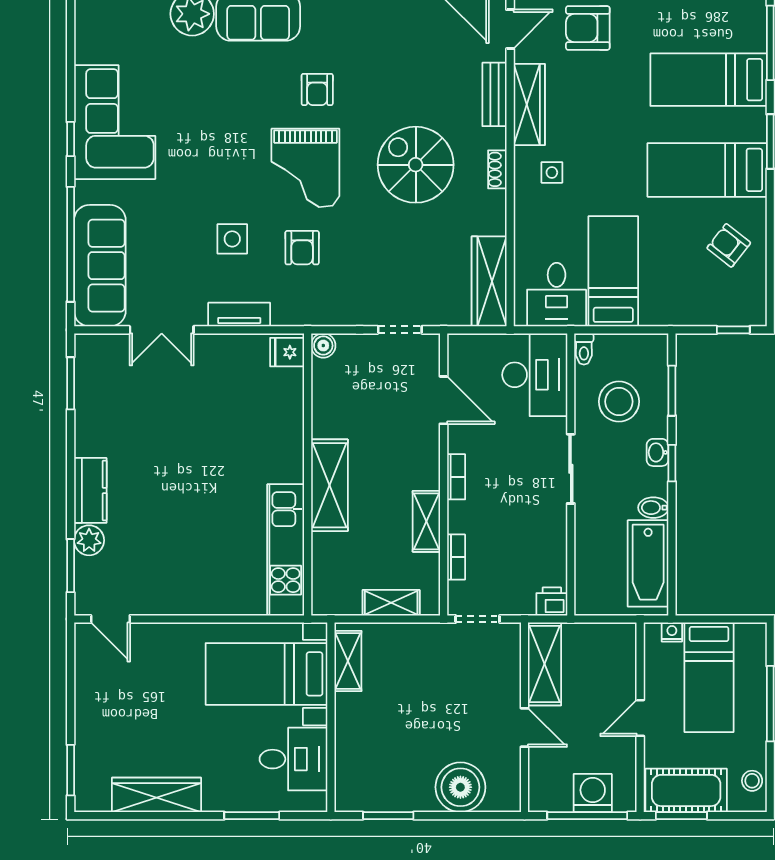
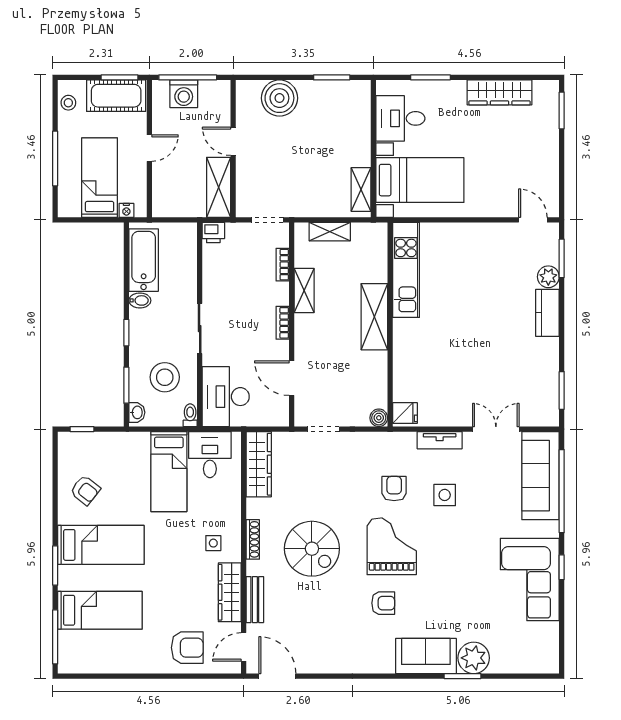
armchair: (317, 90) -> (383, 603), turned 90
shoe rack: (497, 169) -> (253, 539), width x1.43
washbasin: (658, 452) -> (137, 412), moved

